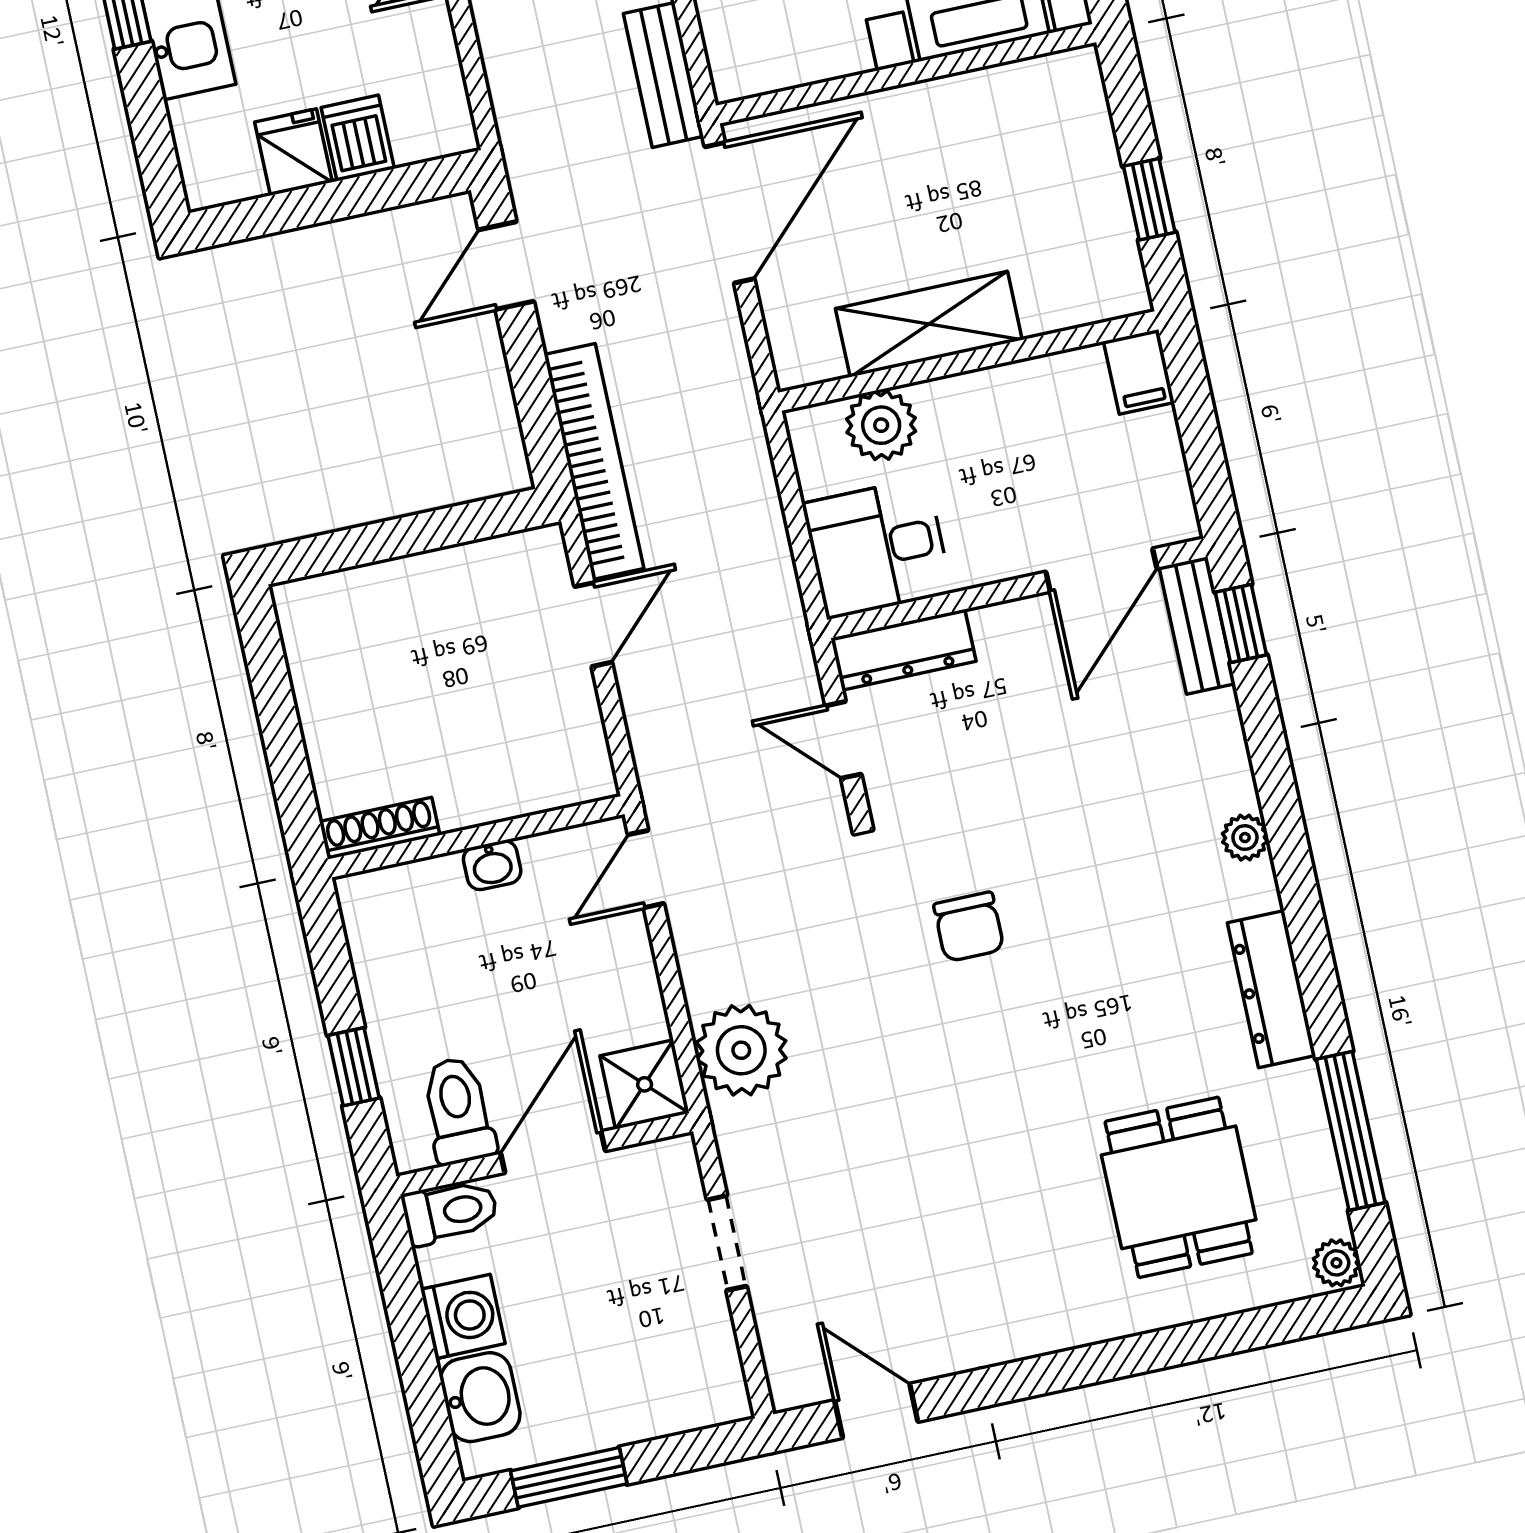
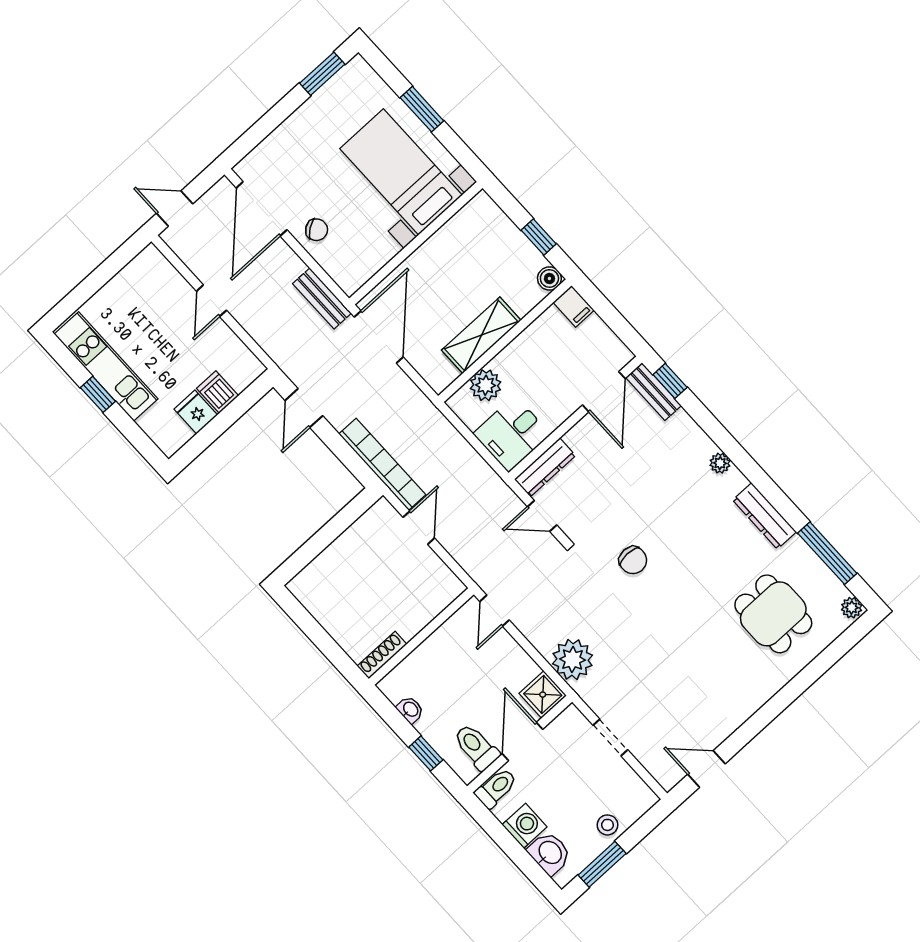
boiler: (1124, 291) -> (549, 278), added
washbasin: (492, 865) -> (410, 710), moved, turned -90
stool: (623, 1408) -> (607, 825), added

